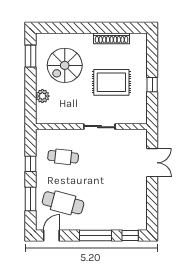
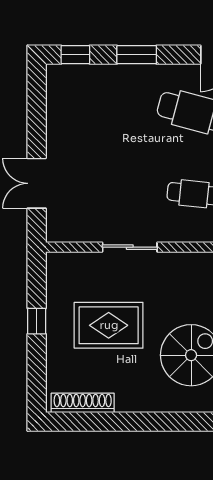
shoe rack: (112, 38) -> (83, 403), moved
window: (95, 236) -> (137, 55), width x0.69

